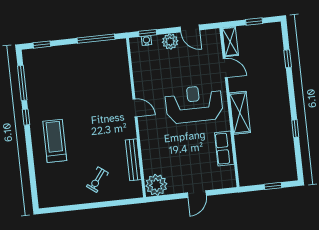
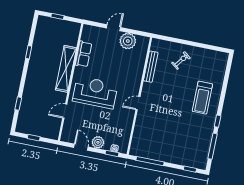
shelving: (230, 42) -> (55, 129), removed
door: (225, 68) -> (65, 111), hinge flipped
reception desk: (194, 104) -> (95, 92), turned 180
door: (135, 108) -> (138, 103), hinge flipped
shelving: (240, 113) -> (66, 69), width x1.47
plant: (156, 185) -> (128, 41), moved

